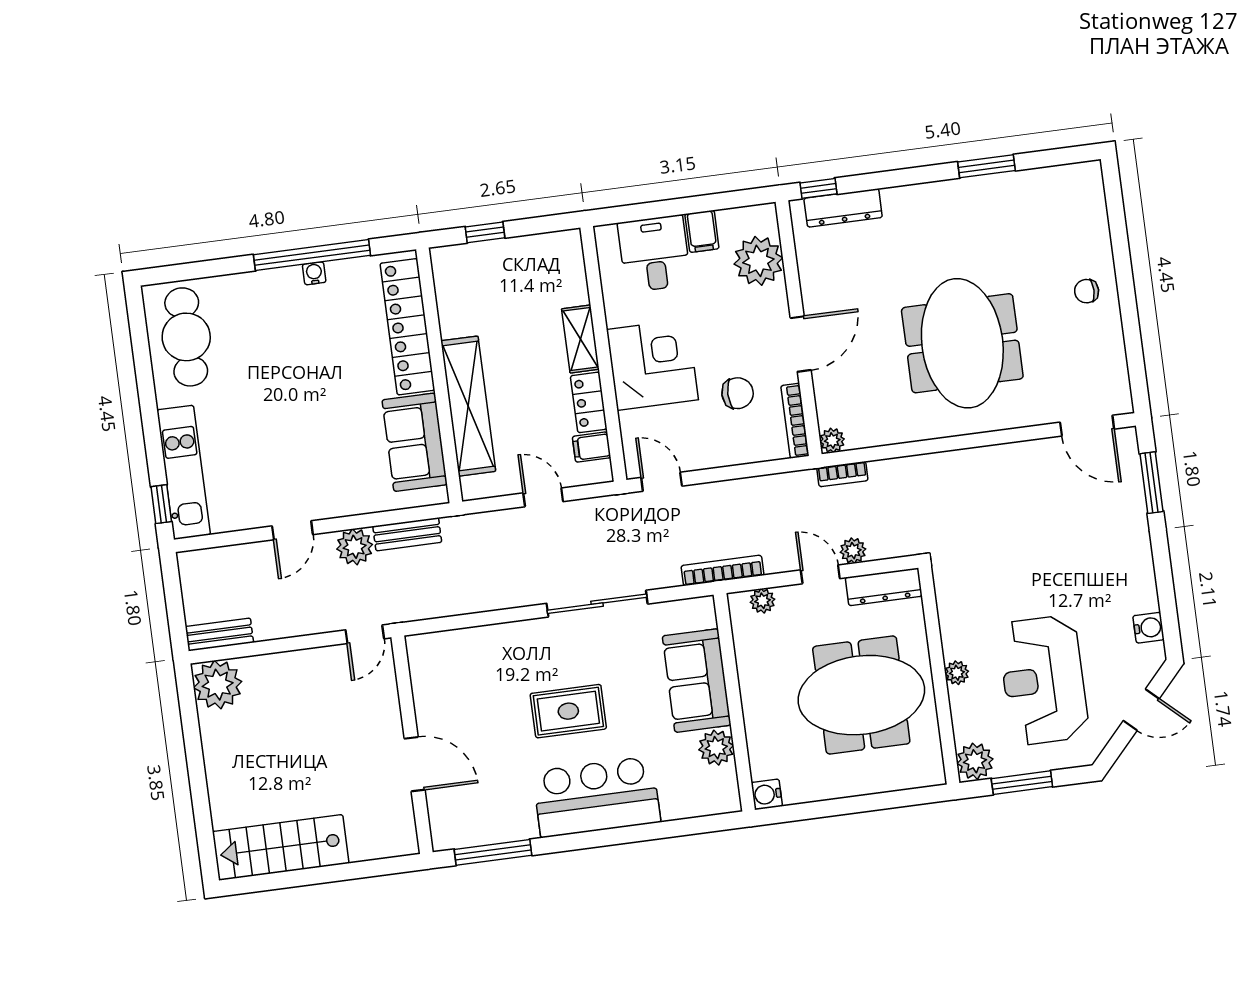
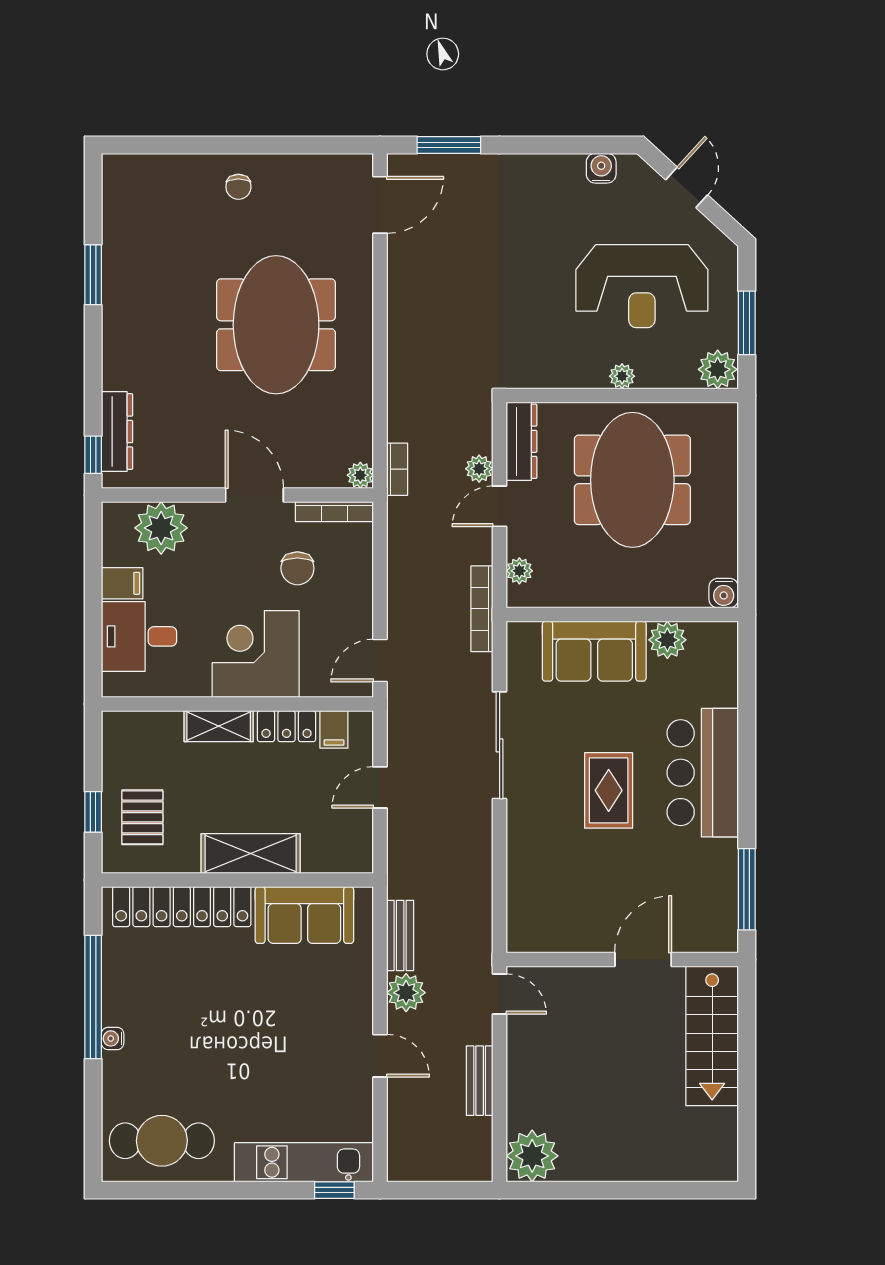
water cooler: (314, 273) -> (113, 1038), moved
pallet: (486, 279) -> (142, 817), added
meeting table: (962, 343) -> (276, 325), turned 90
chair: (738, 393) -> (297, 568), turned 180
shelving: (468, 406) -> (251, 853), width x0.68
bench: (219, 634) -> (480, 1081), moved
stairs: (281, 847) -> (712, 1036), moved

